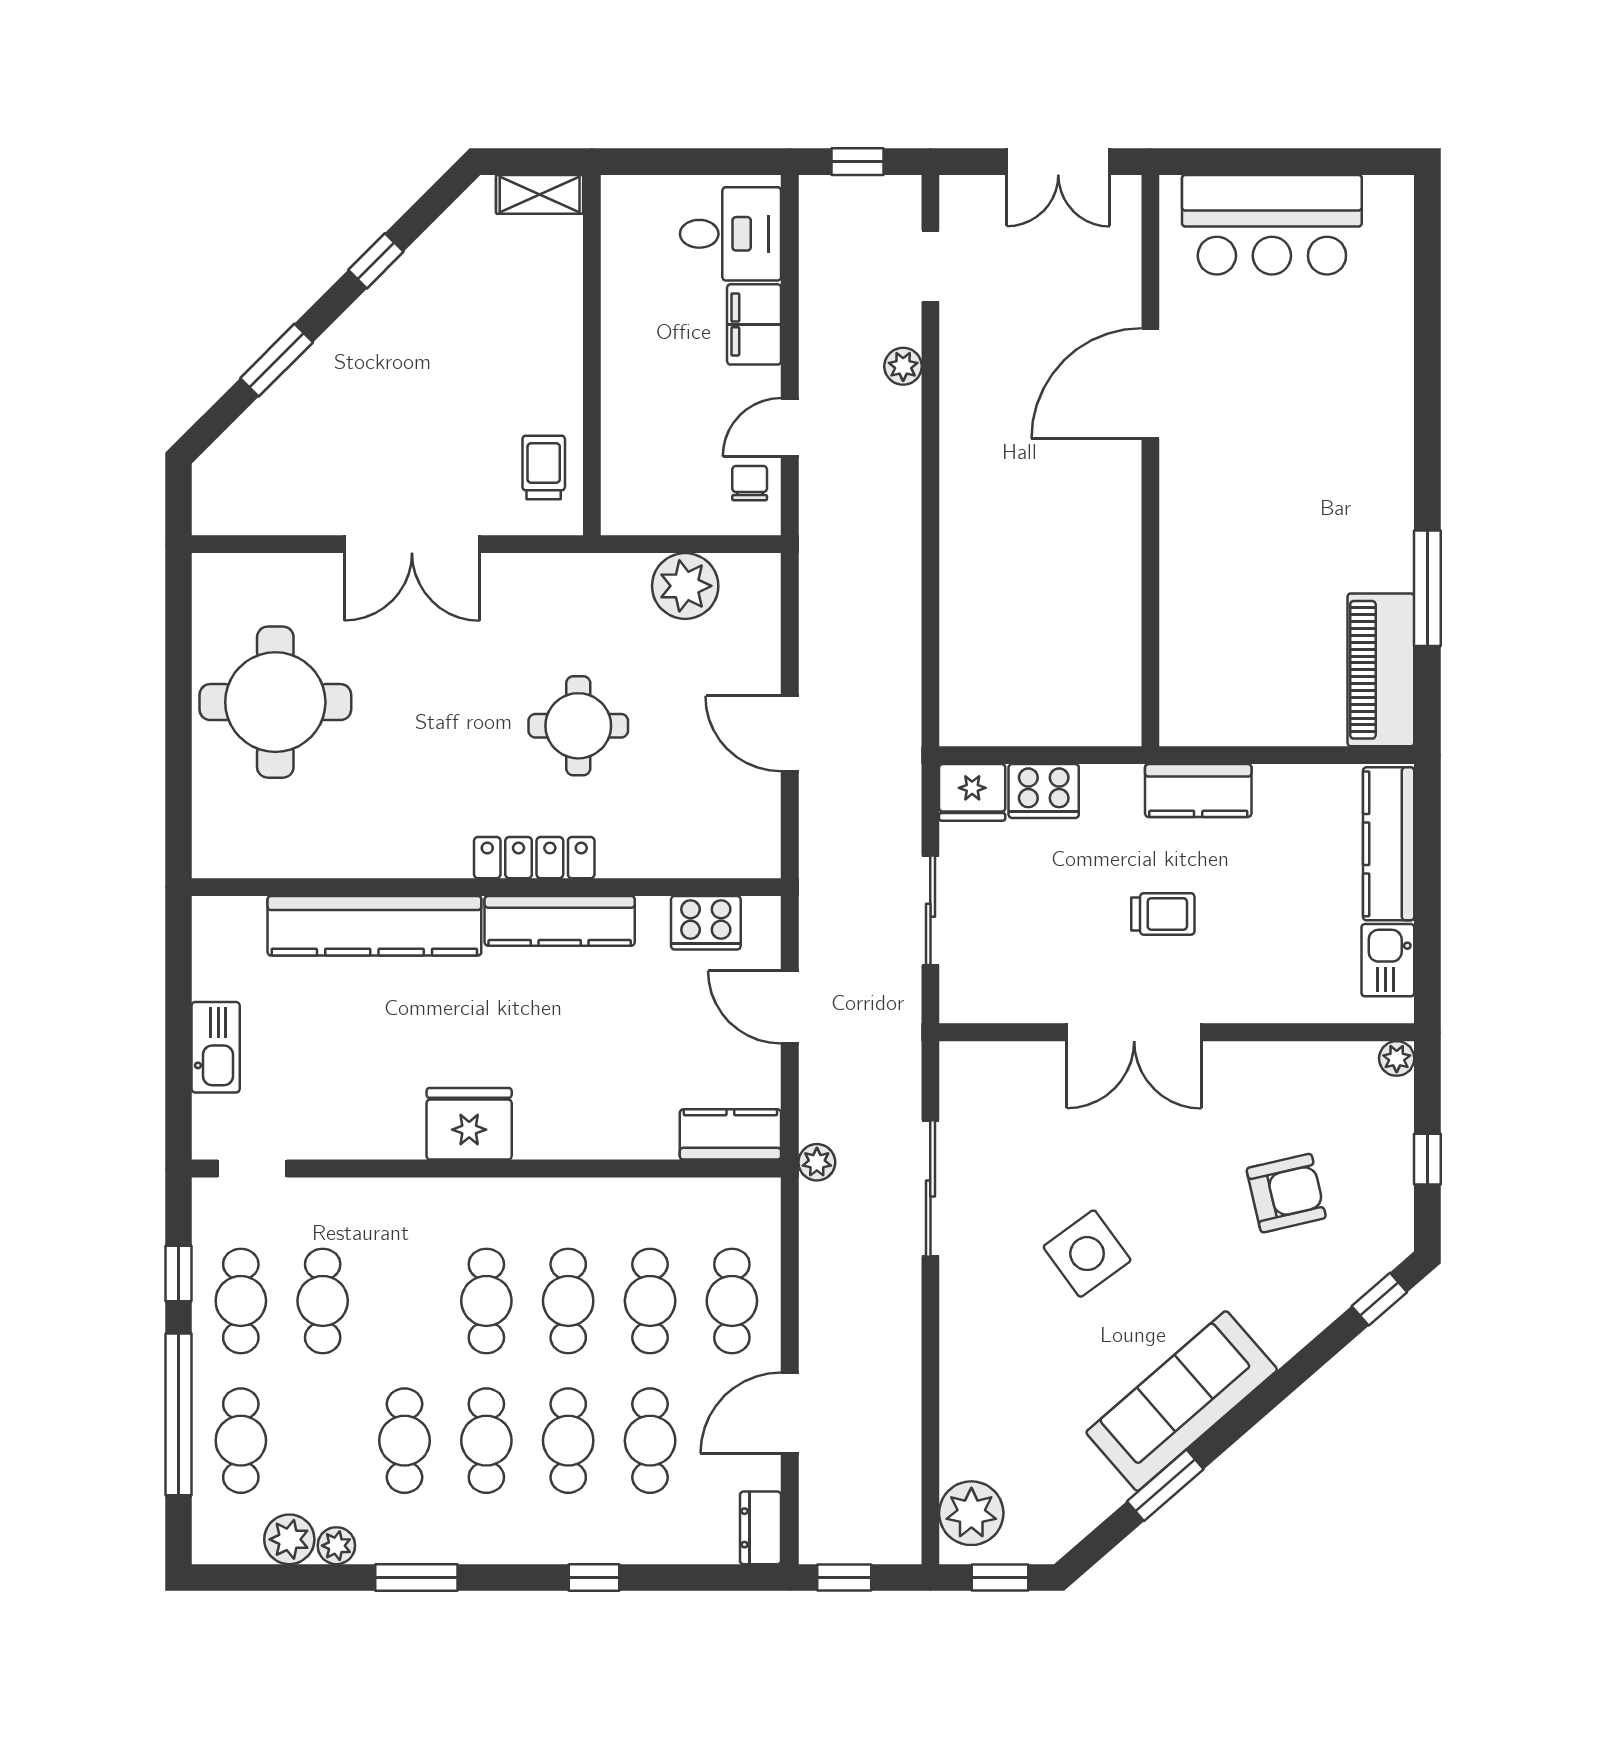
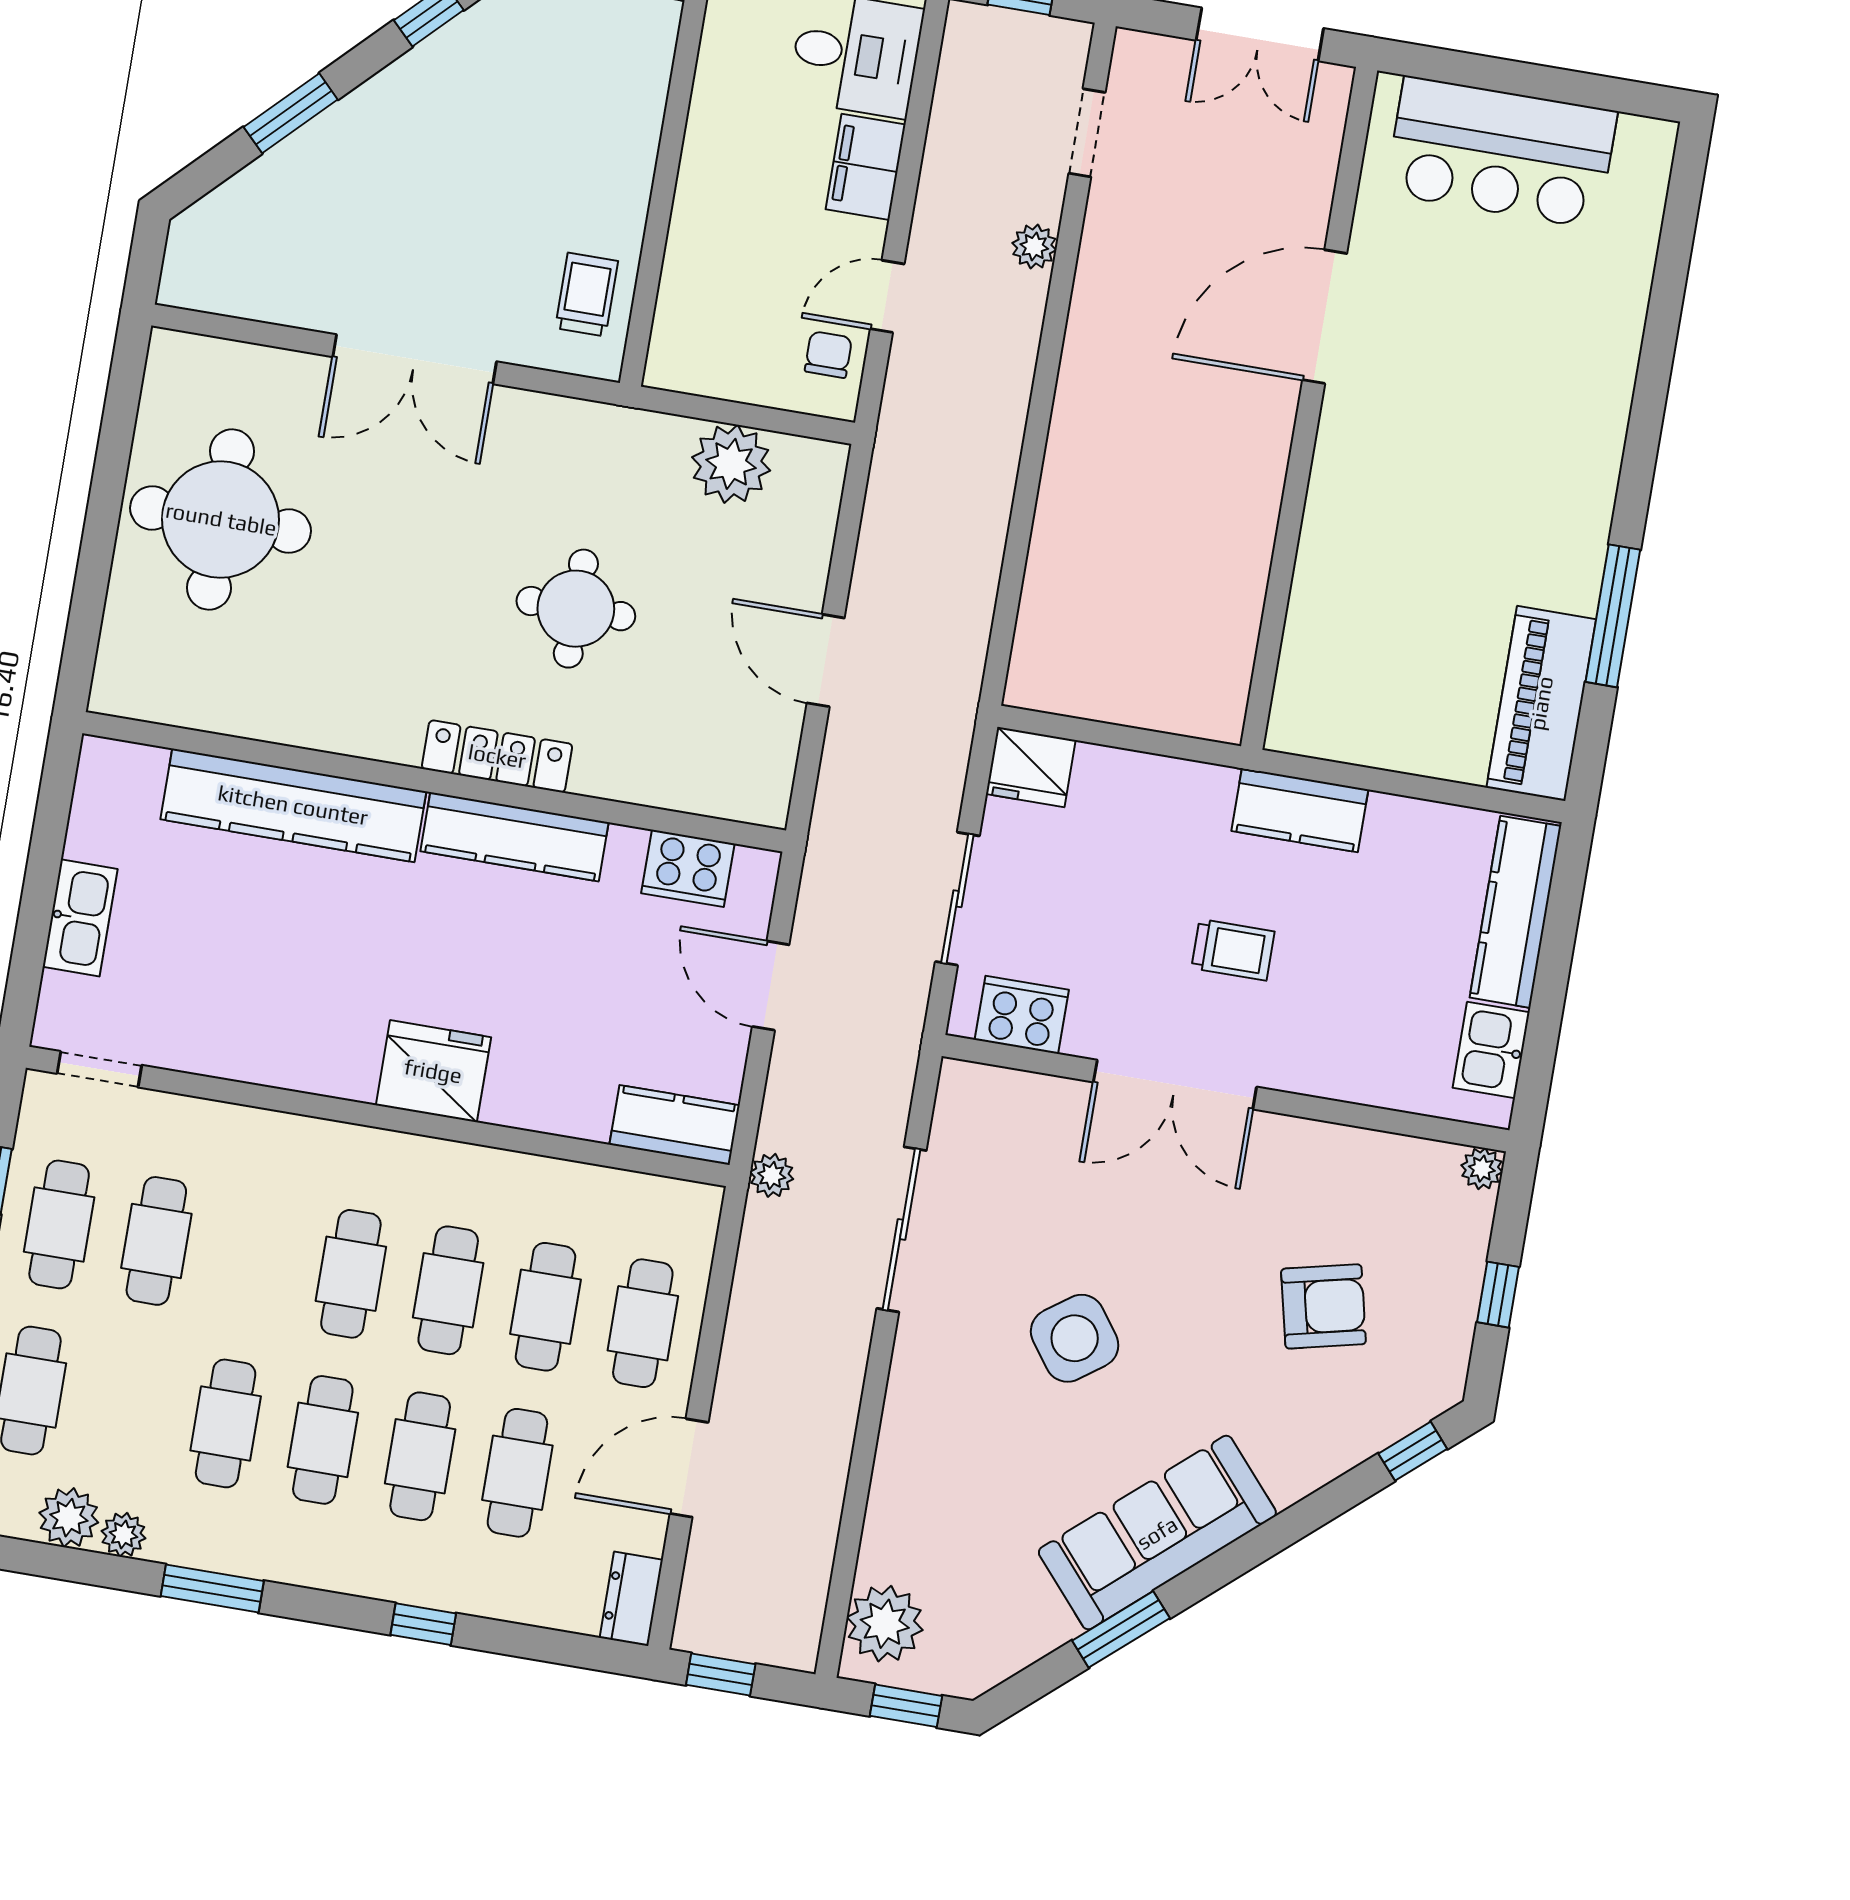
cooker: (1044, 791) -> (1022, 1015), moved, turned 180
fridge: (469, 1124) -> (433, 1071), moved

